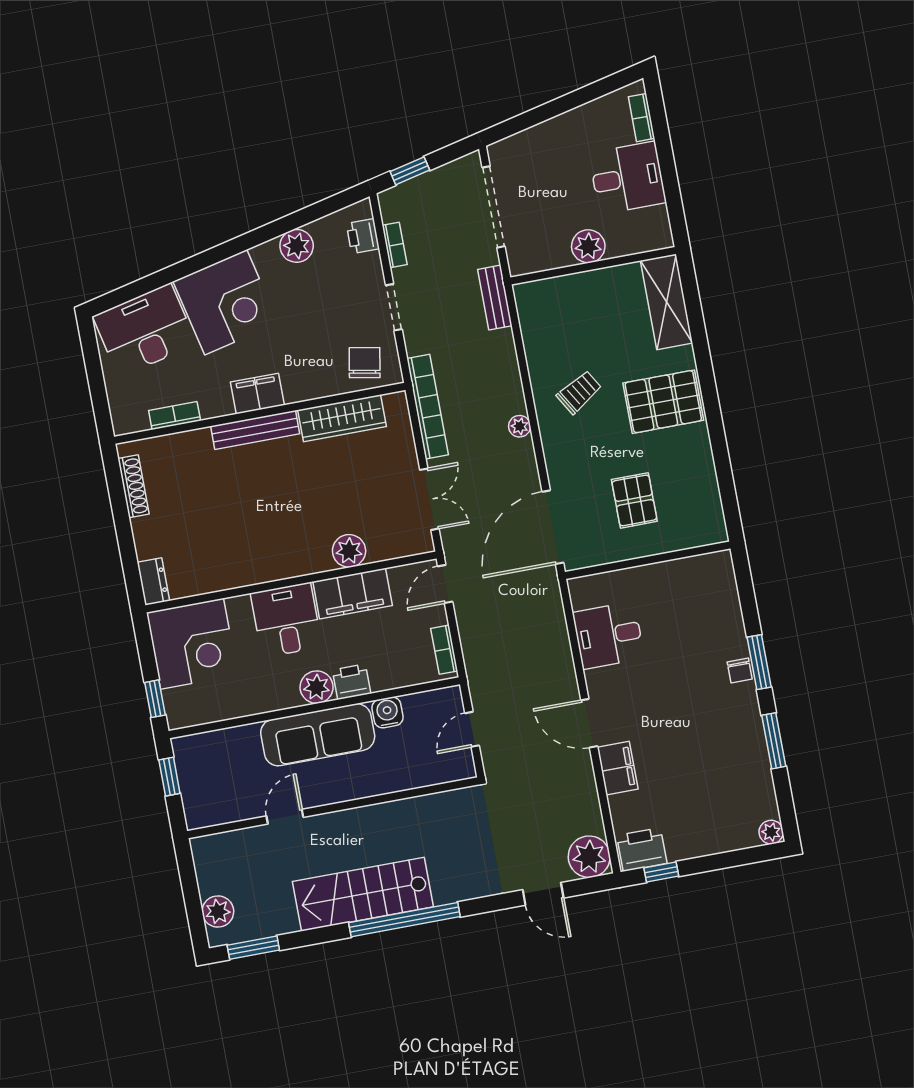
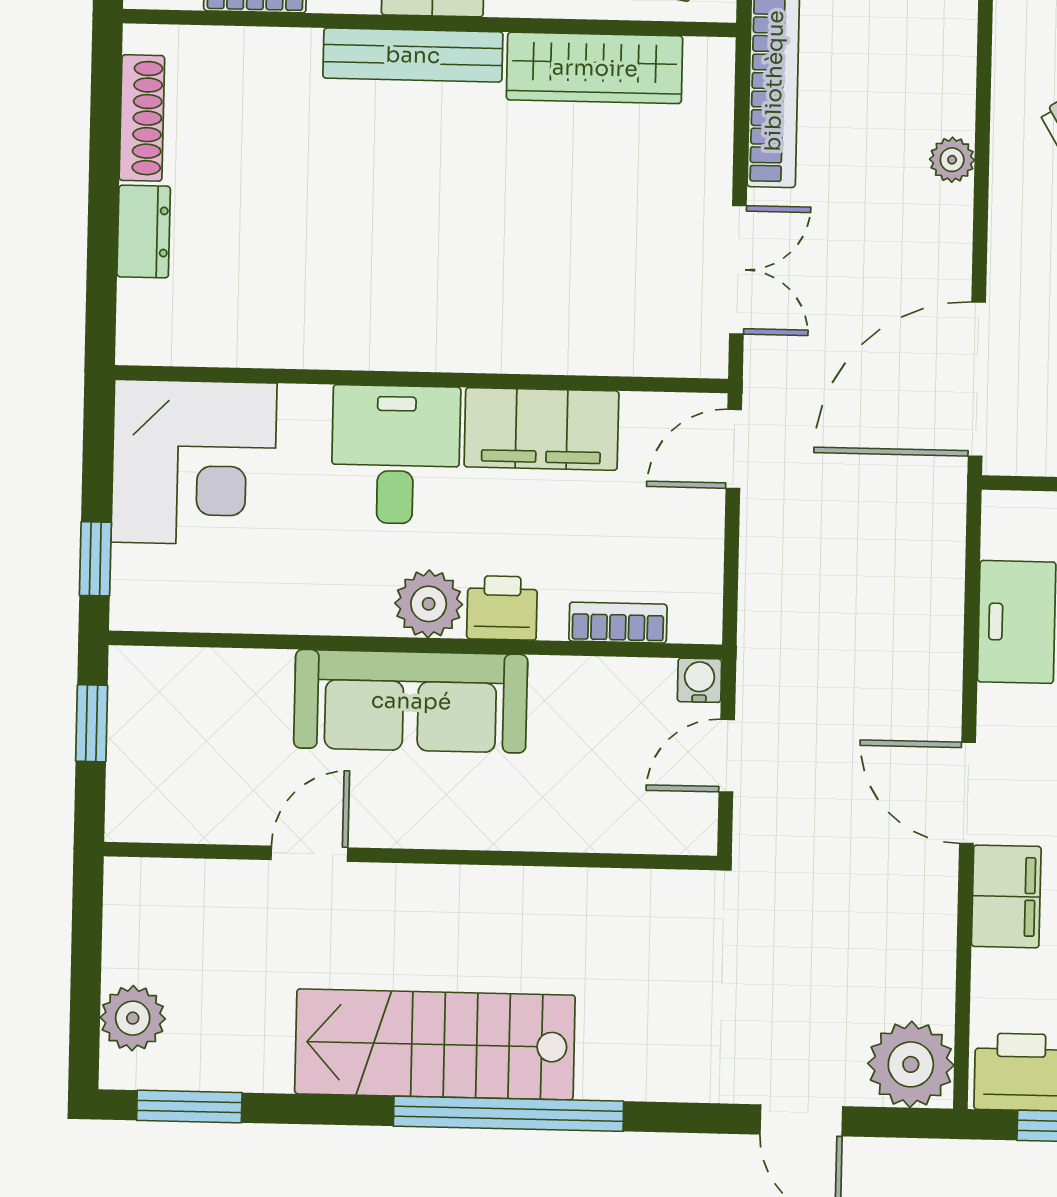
plant: (349, 551) -> (553, 341), removed
dresser: (153, 581) -> (144, 232), moved
bookcase: (444, 650) -> (618, 623), moved, turned 90
water cooler: (387, 712) -> (699, 680), moved, width x0.72, depth x0.72

